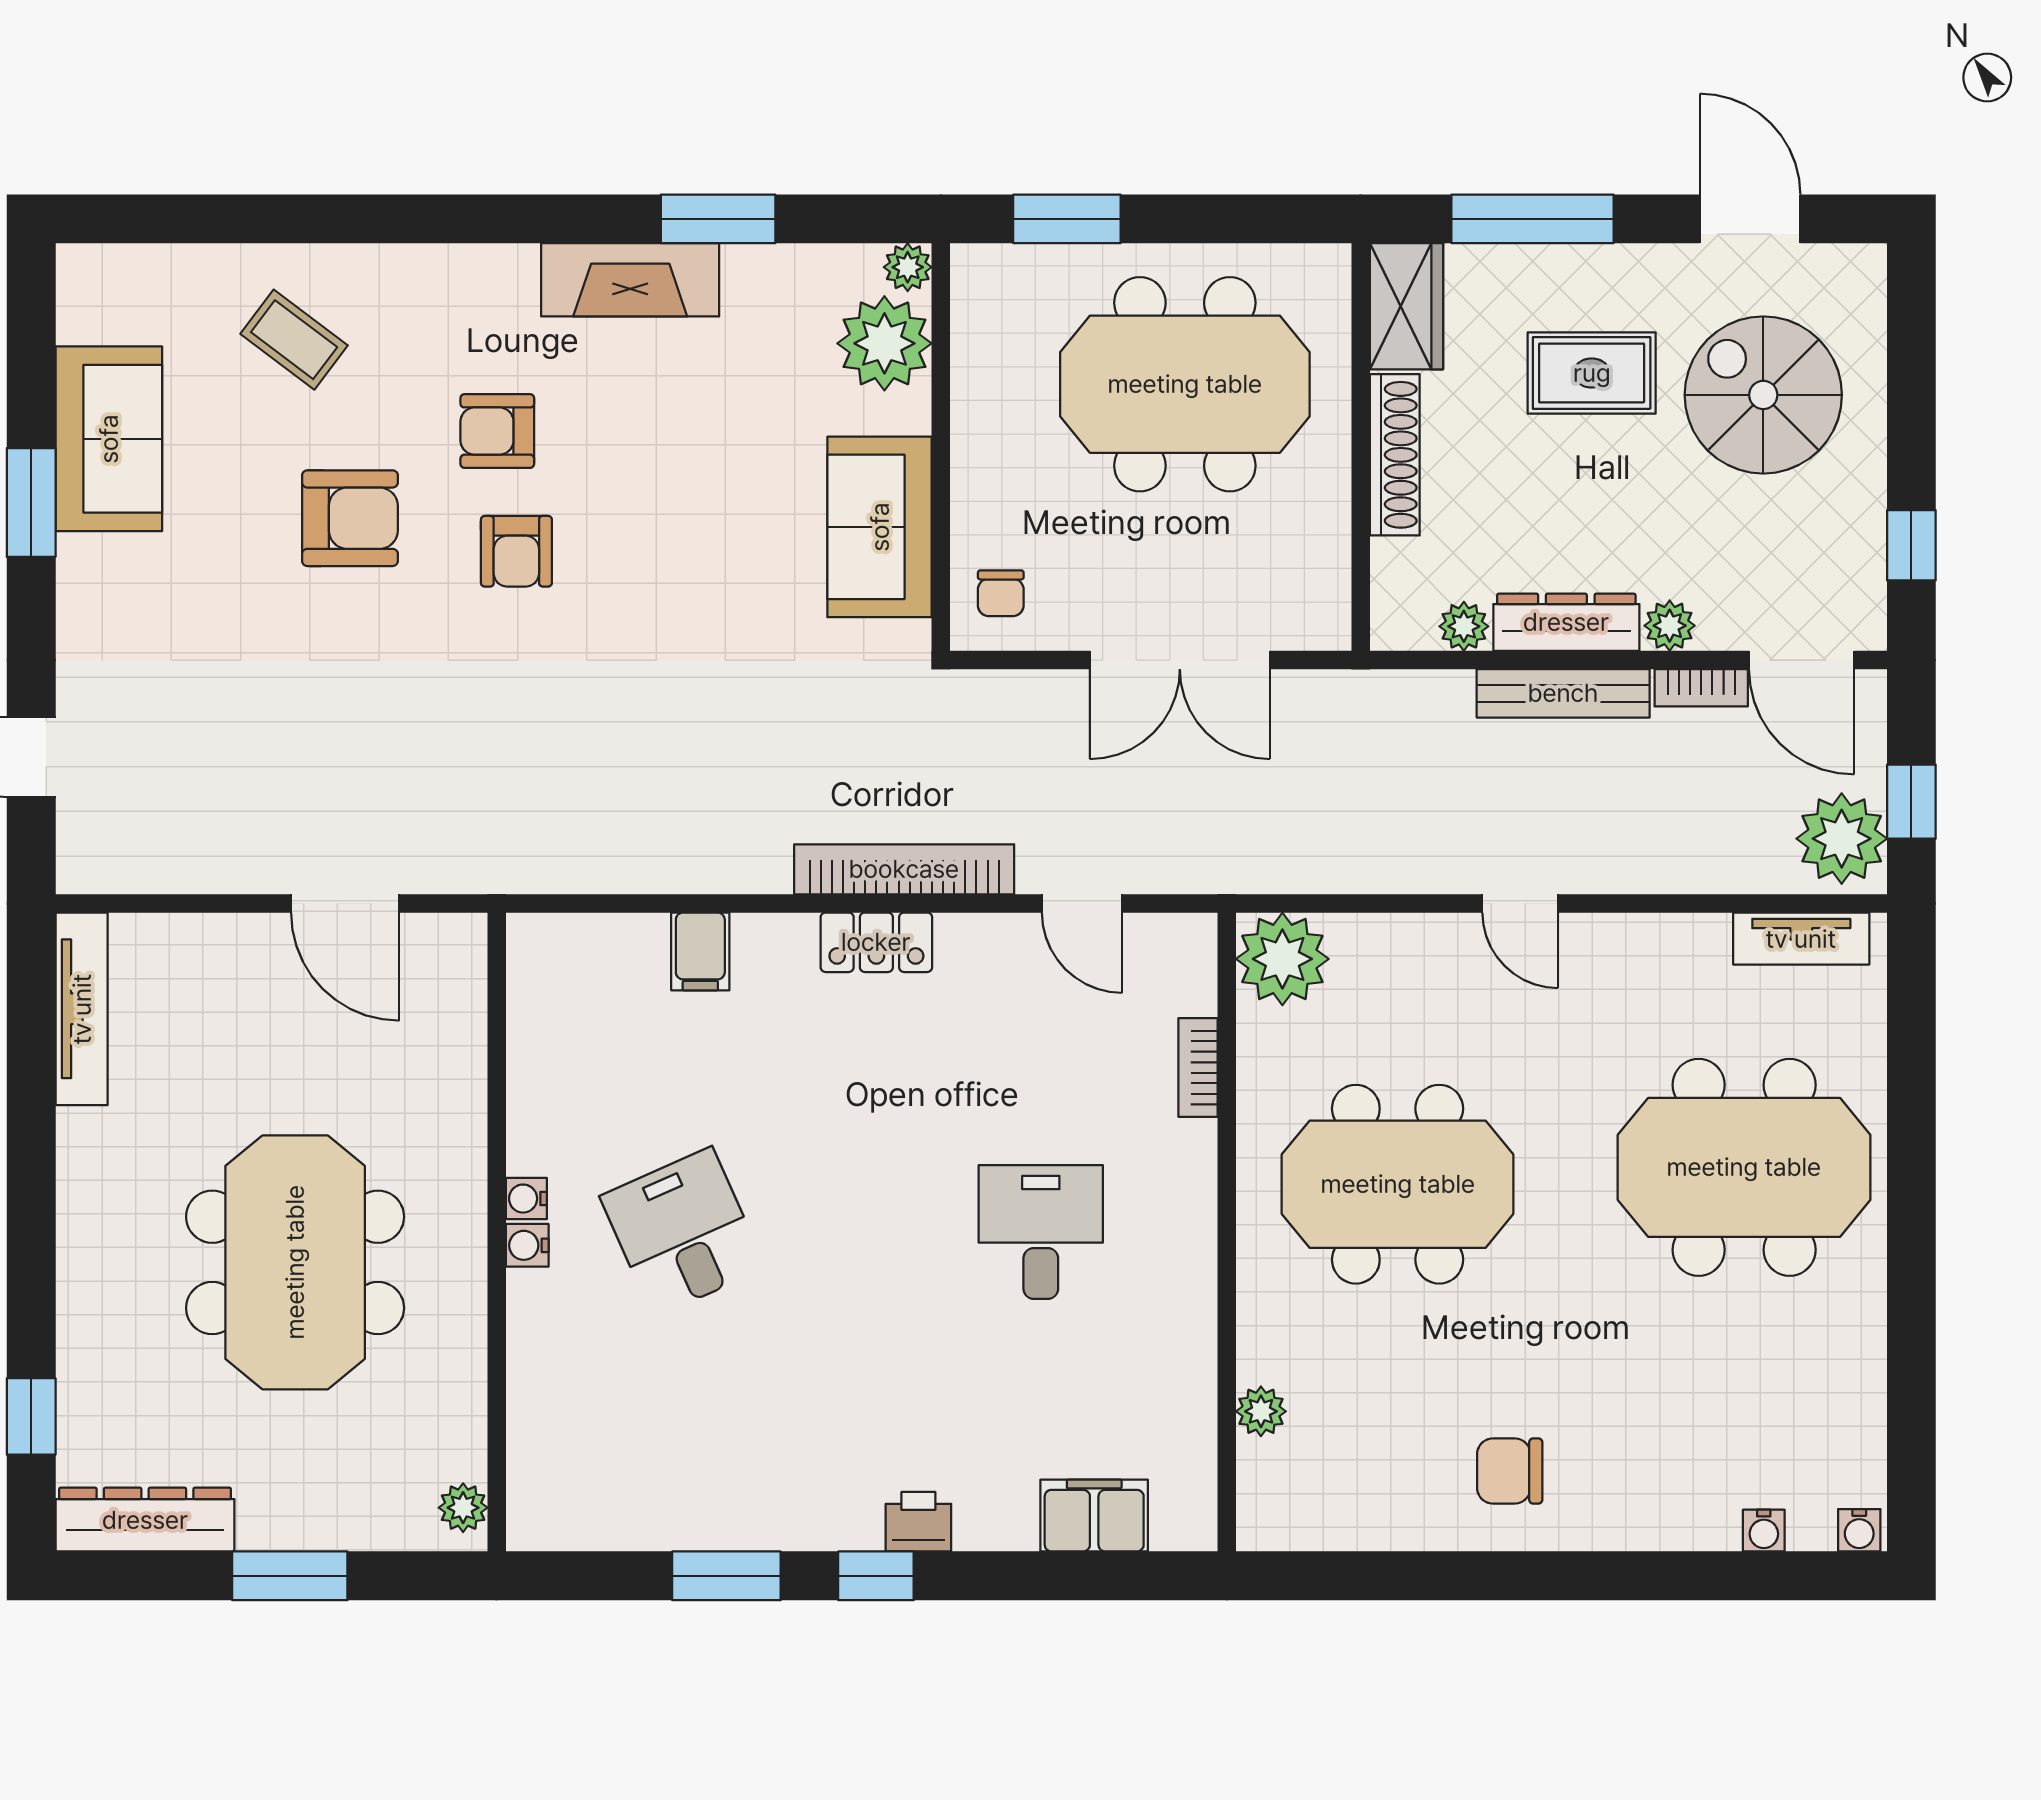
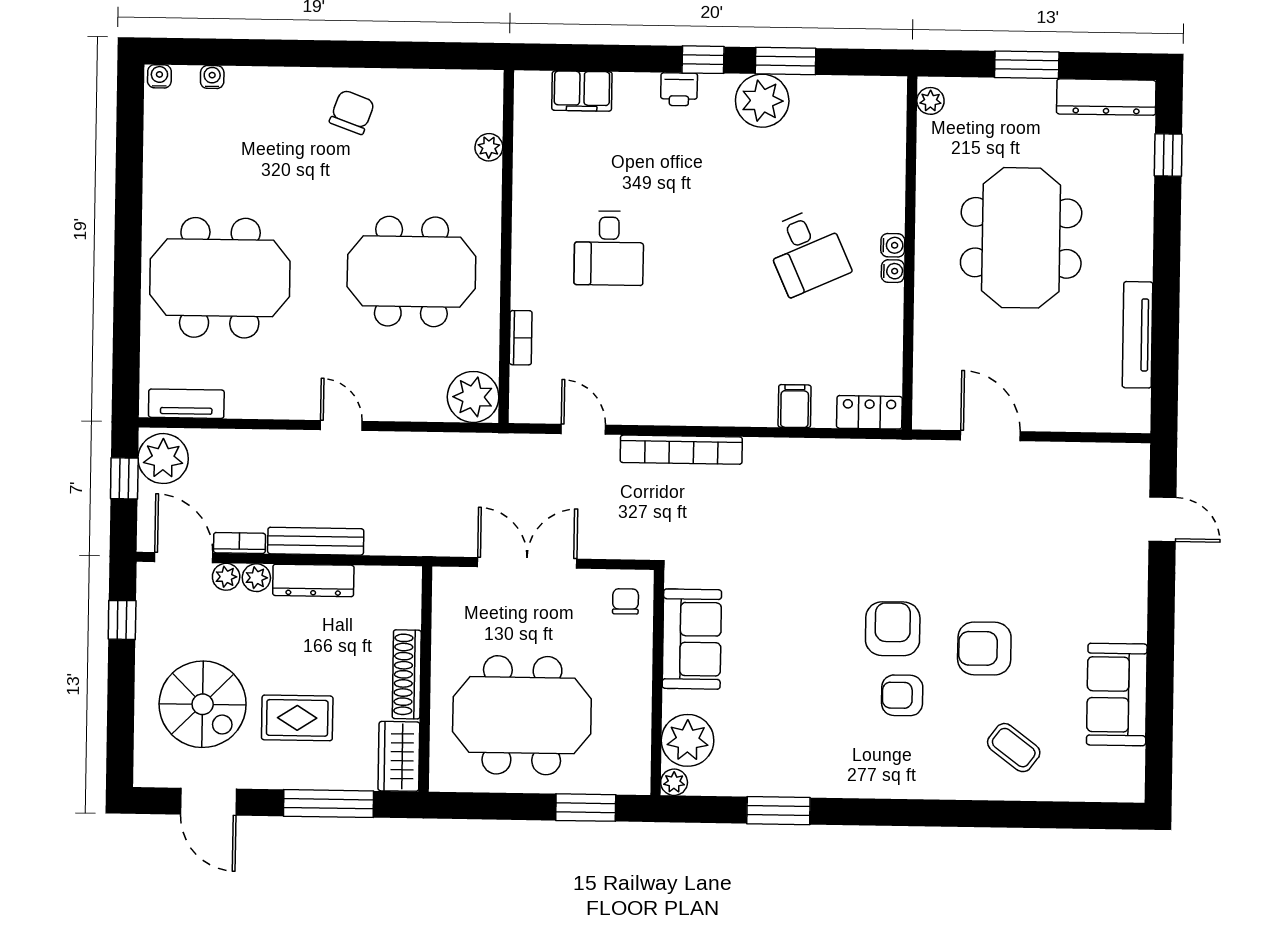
fireplace: (630, 280) -> (827, 778), removed
armchair: (497, 431) -> (902, 695), turned 180
window: (31, 502) -> (1160, 660), removed
armchair: (516, 551) -> (893, 629), width x1.38, depth x1.38
plant: (1464, 626) -> (226, 577), moved
locker: (876, 942) -> (869, 412), moved
tv unit: (82, 1009) -> (1138, 335), moved
chair: (1510, 1471) -> (352, 112), turned -70
plant: (768, 1503) -> (762, 101), added

